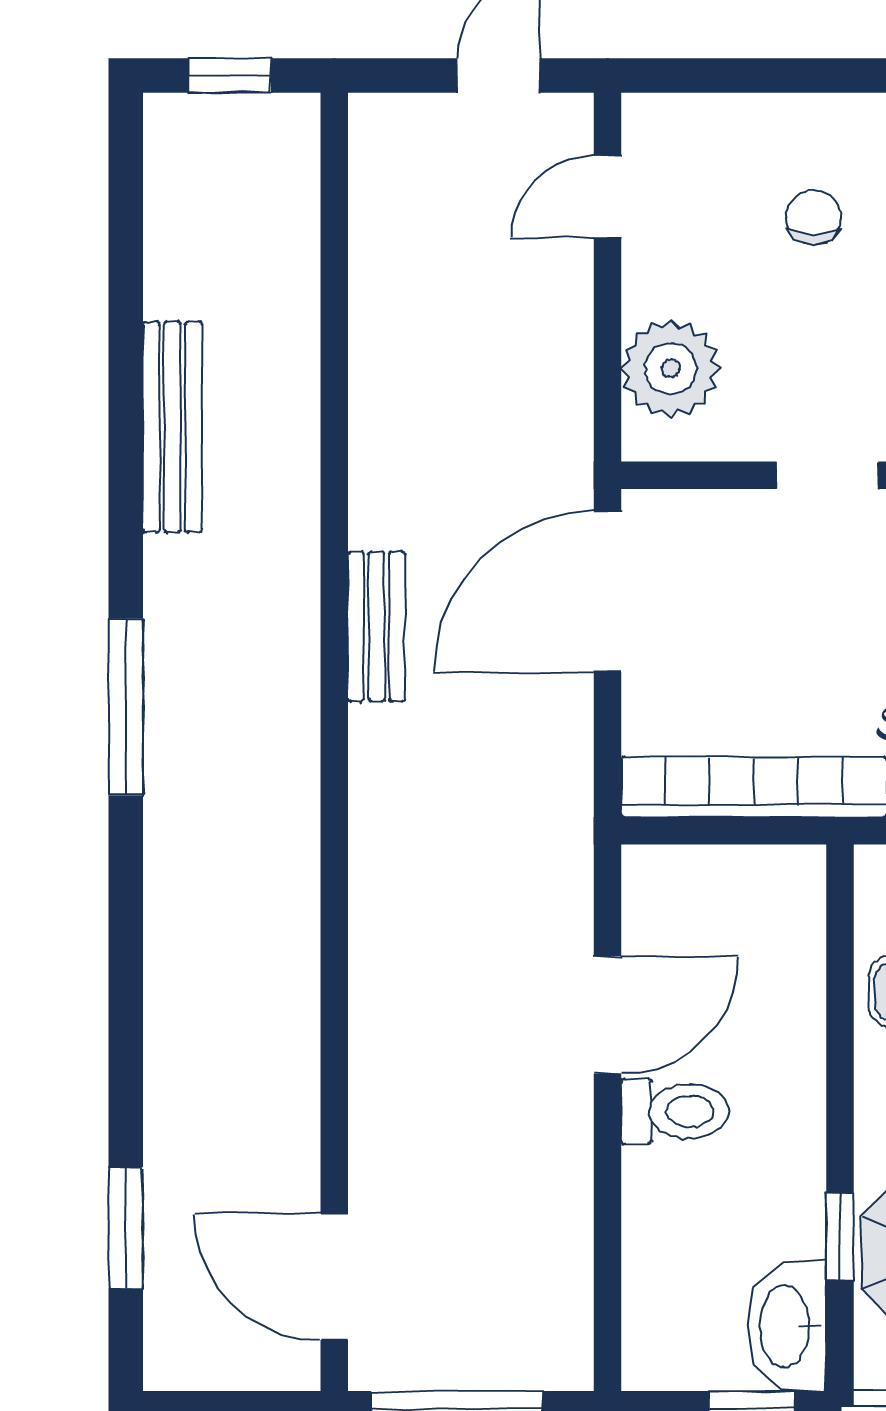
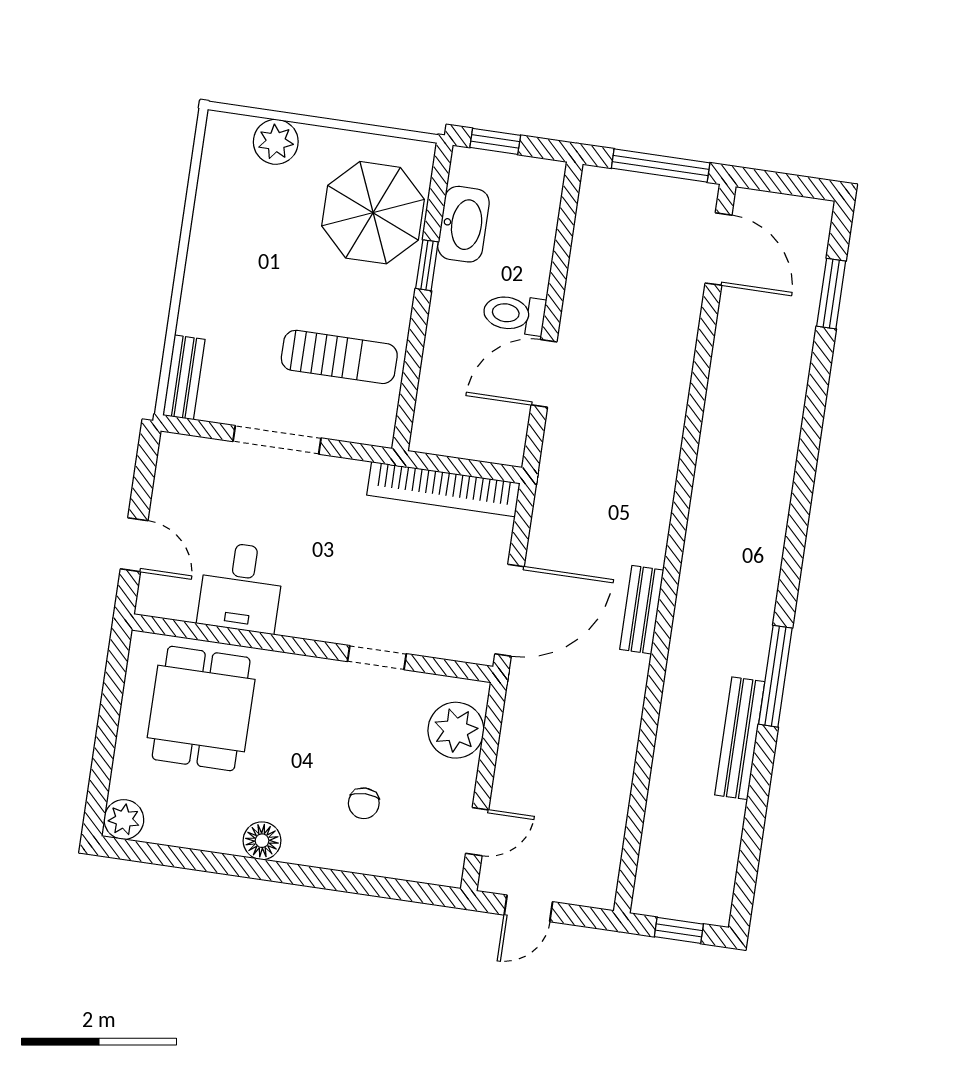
window: (126, 707) -> (775, 676), moved
window: (840, 1237) -> (427, 265), moved
washbasin: (787, 1326) -> (463, 224), moved

